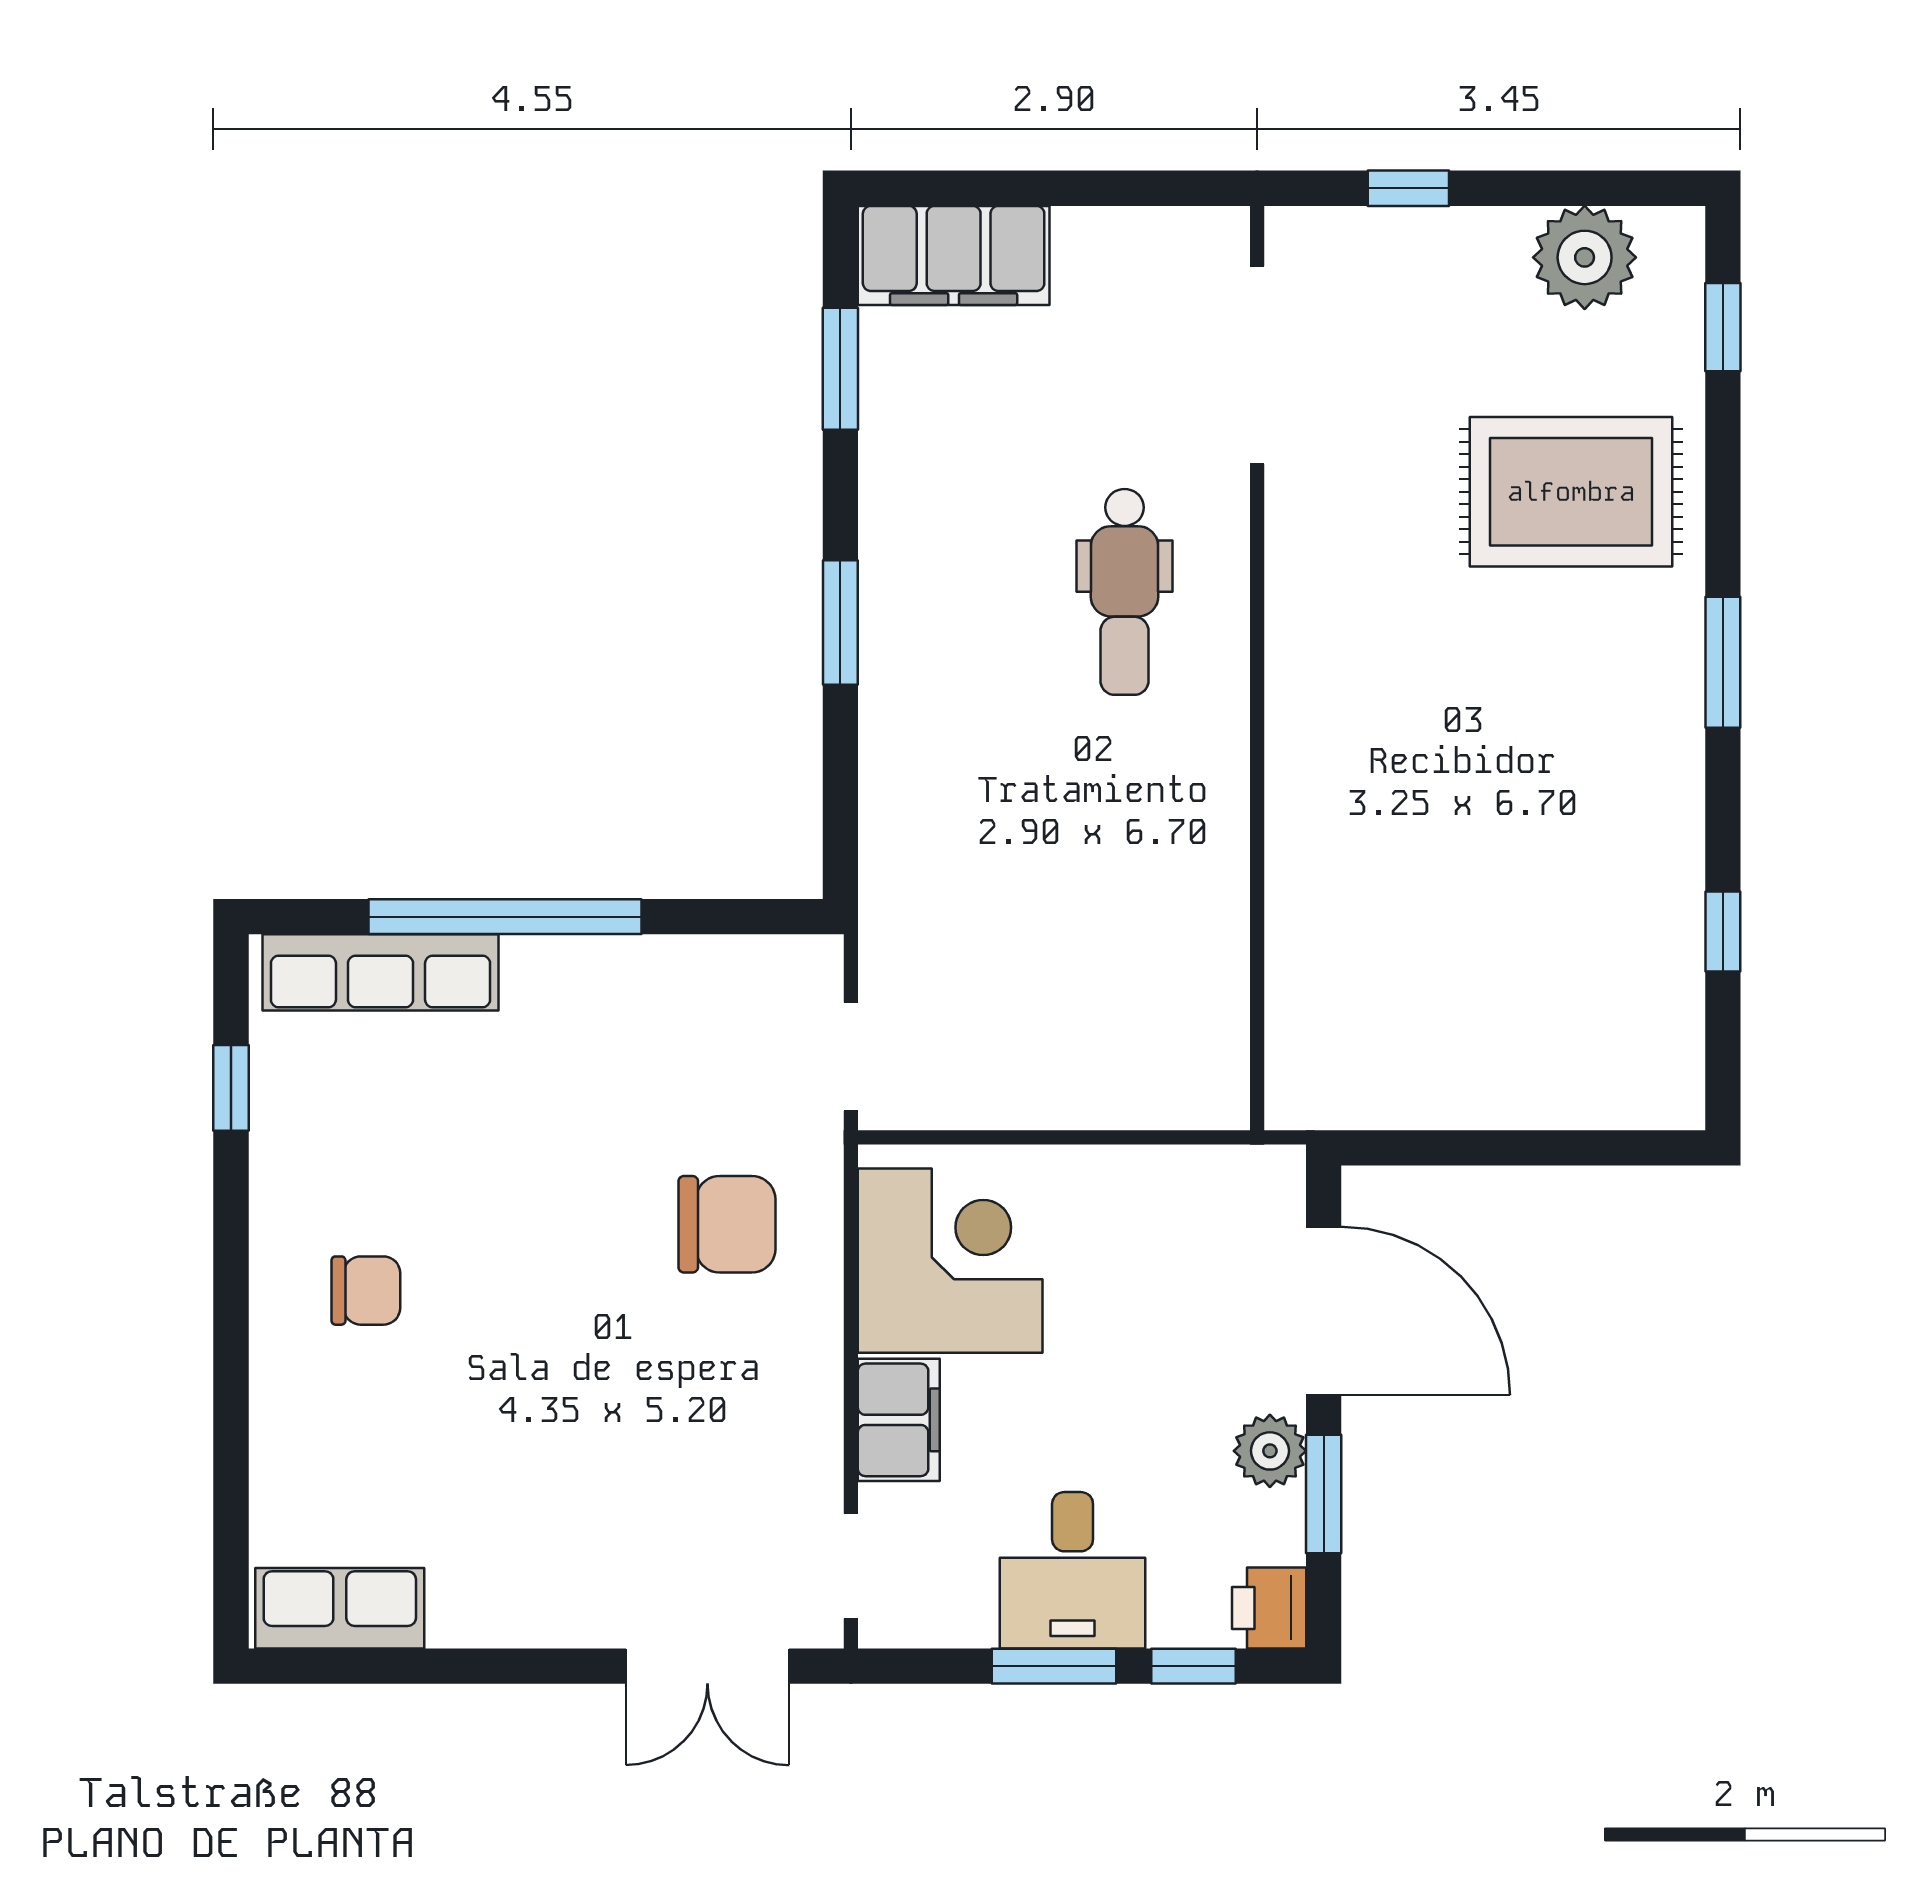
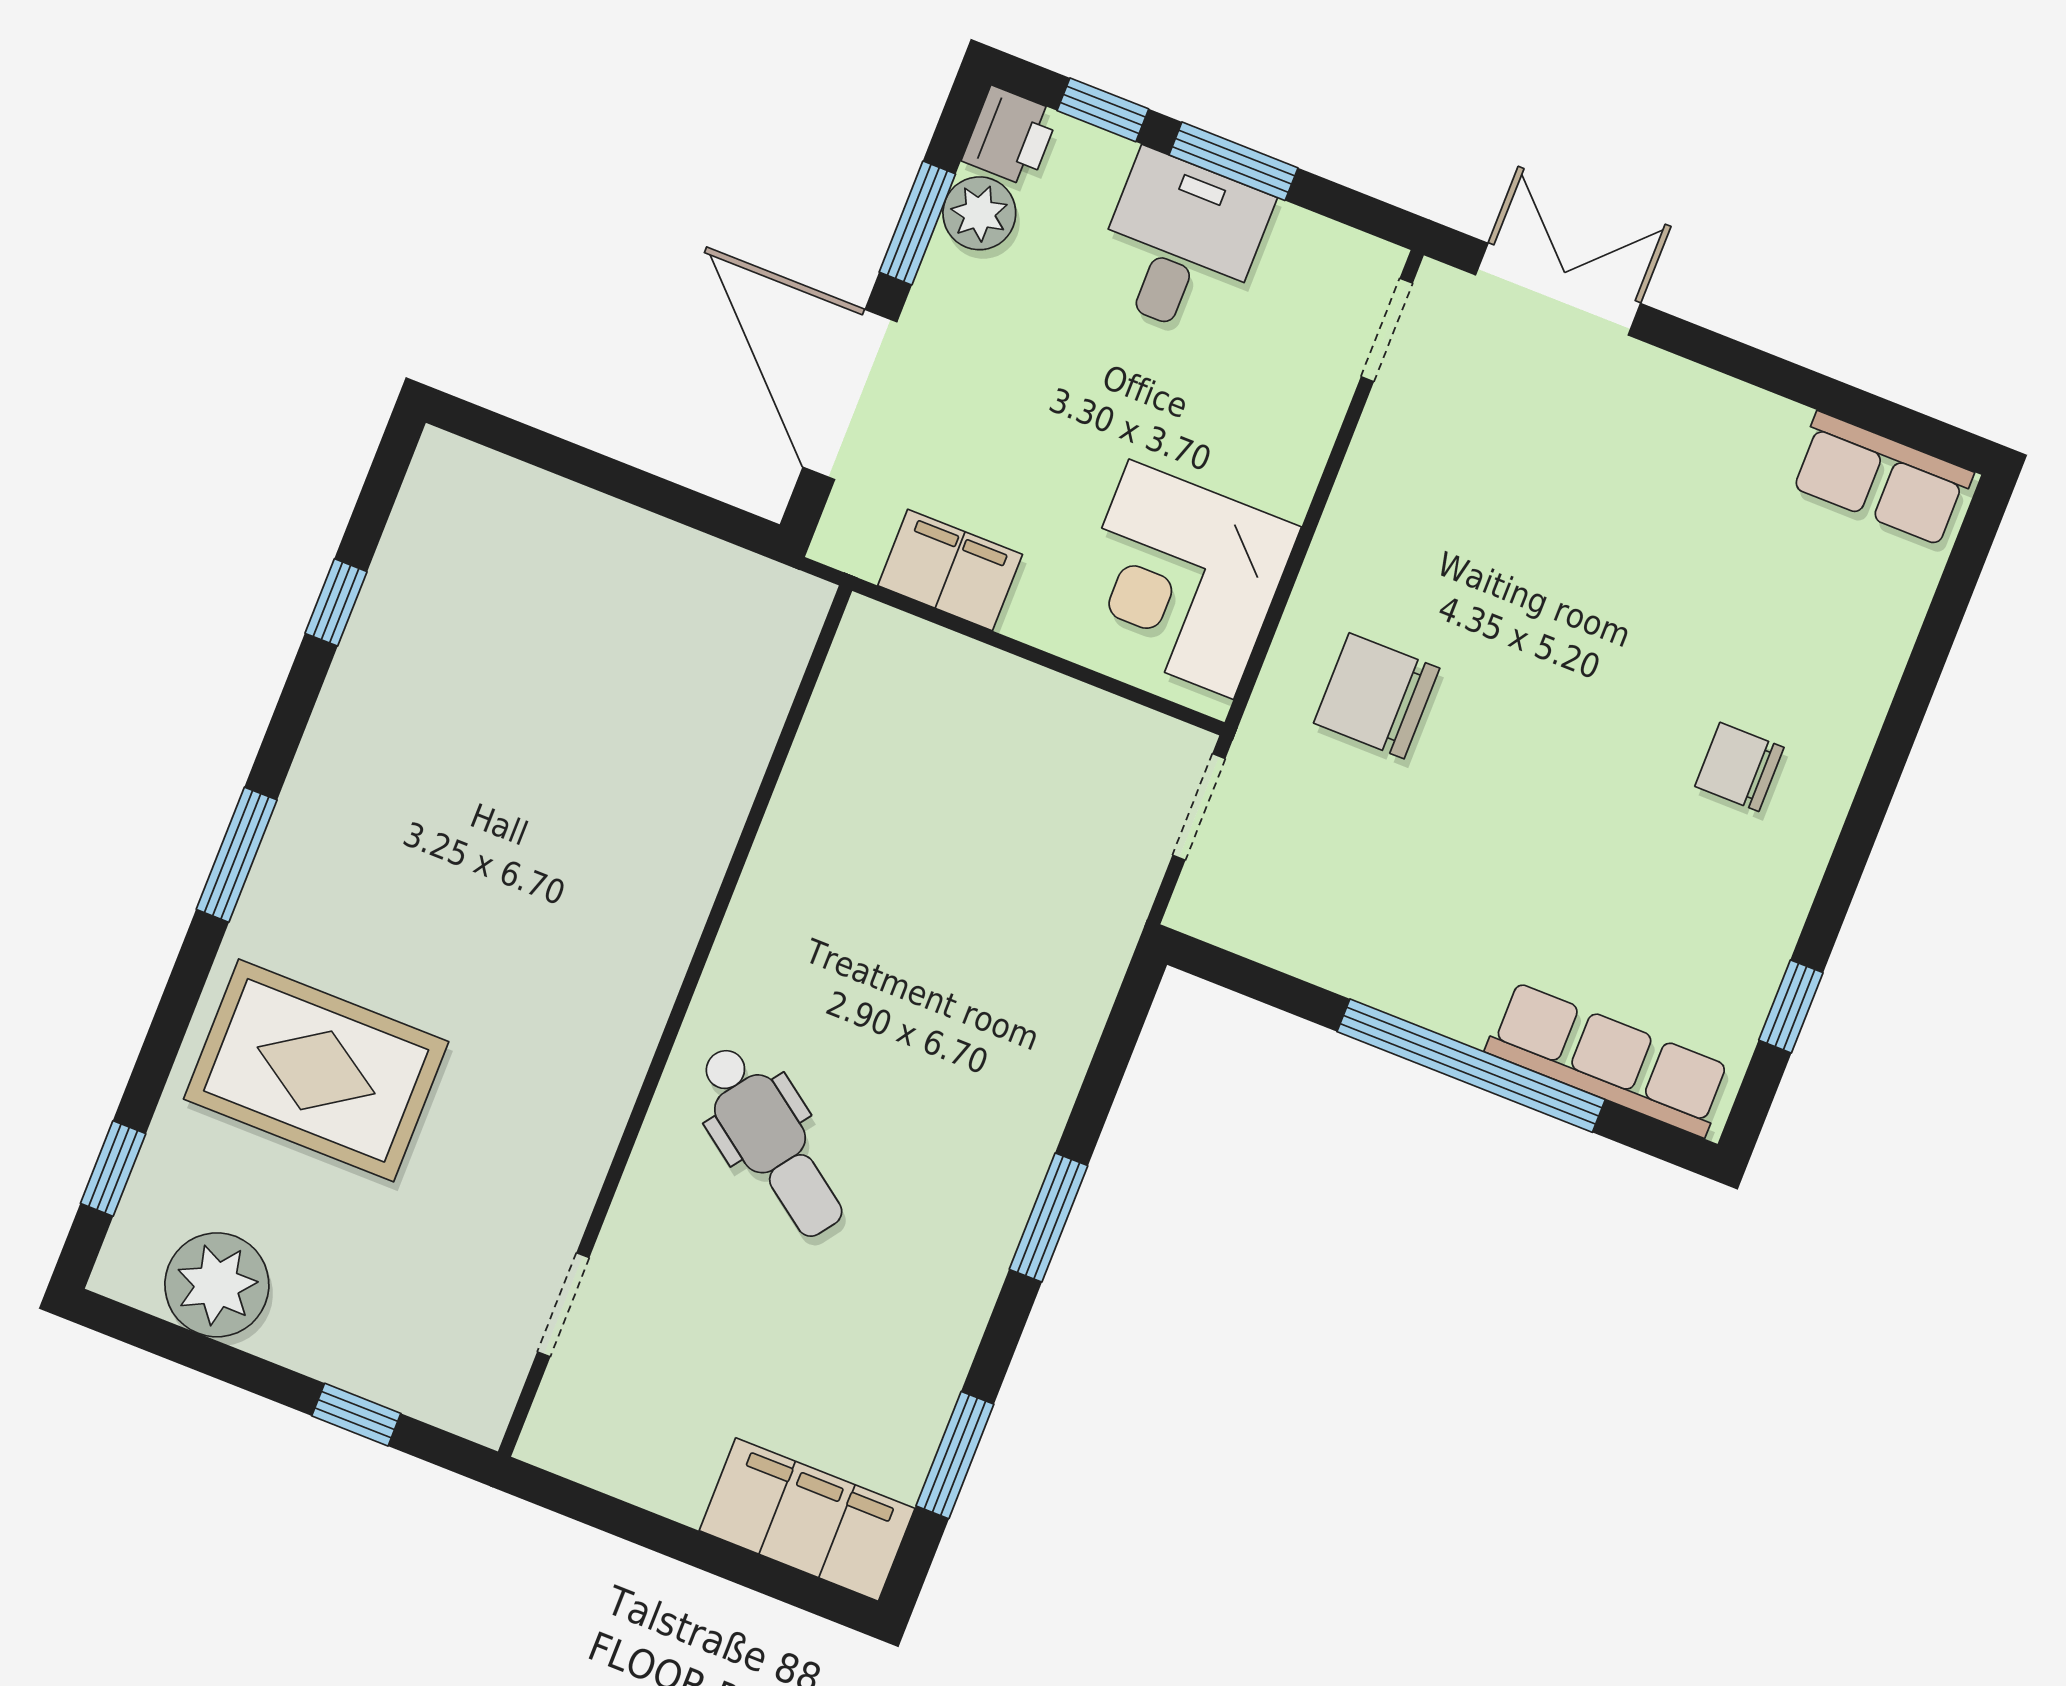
doorway: (1257, 365) -> (563, 1305), width x0.53
dental chair: (1125, 592) -> (771, 1141), turned 126
filing cabinet: (899, 1420) -> (950, 570), moved, turned 90
plant: (1270, 1451) -> (979, 213), moved

